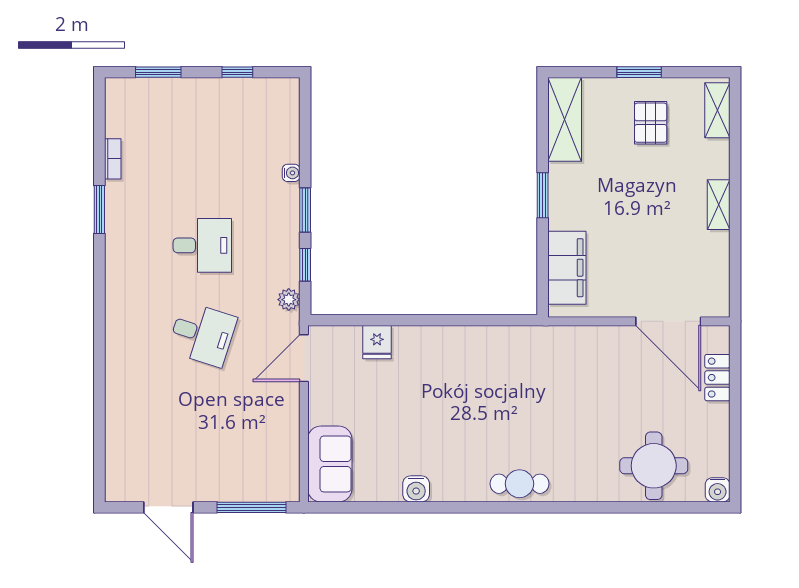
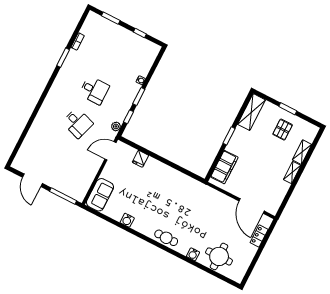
shelving: (717, 110) -> (302, 152), moved
water cooler: (718, 490) -> (193, 254), moved

